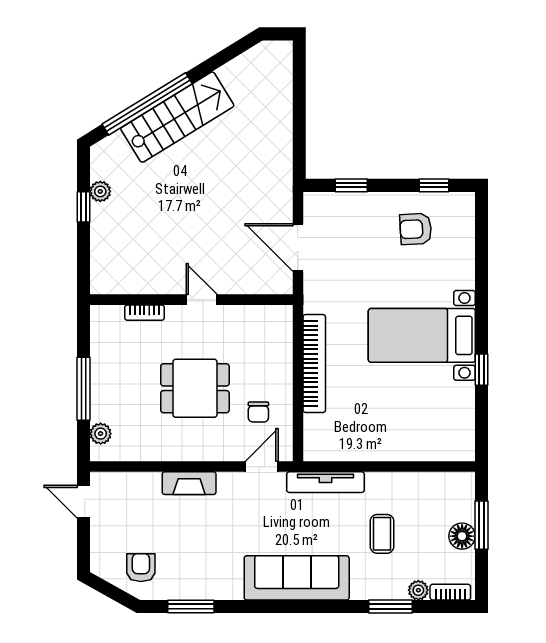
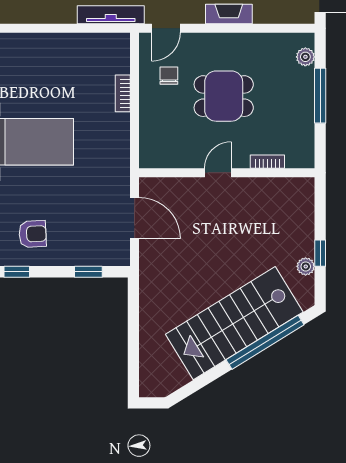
stairs: (177, 117) -> (234, 323), width x1.36, depth x1.51
door: (202, 300) -> (218, 173), swing flipped
bookcase: (314, 363) -> (123, 93), width x0.43, depth x0.76

